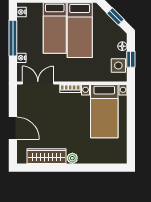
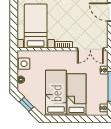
window: (131, 59) -> (14, 69), removed

